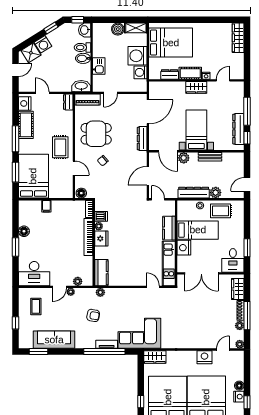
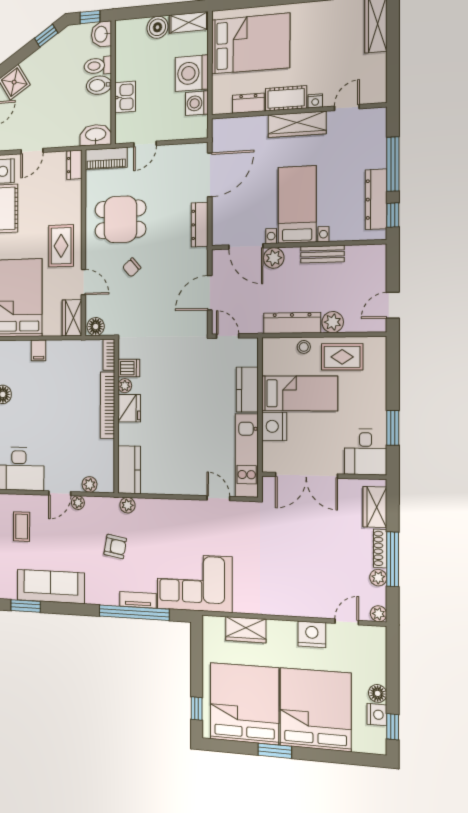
washing machine: (43, 44) -> (33, 66), removed
wardrobe: (196, 87) -> (297, 124), width x1.50
door: (42, 93) -> (32, 151), swing flipped
wardrobe: (67, 188) -> (72, 318), added
wardrobe: (155, 357) -> (246, 630), moved

